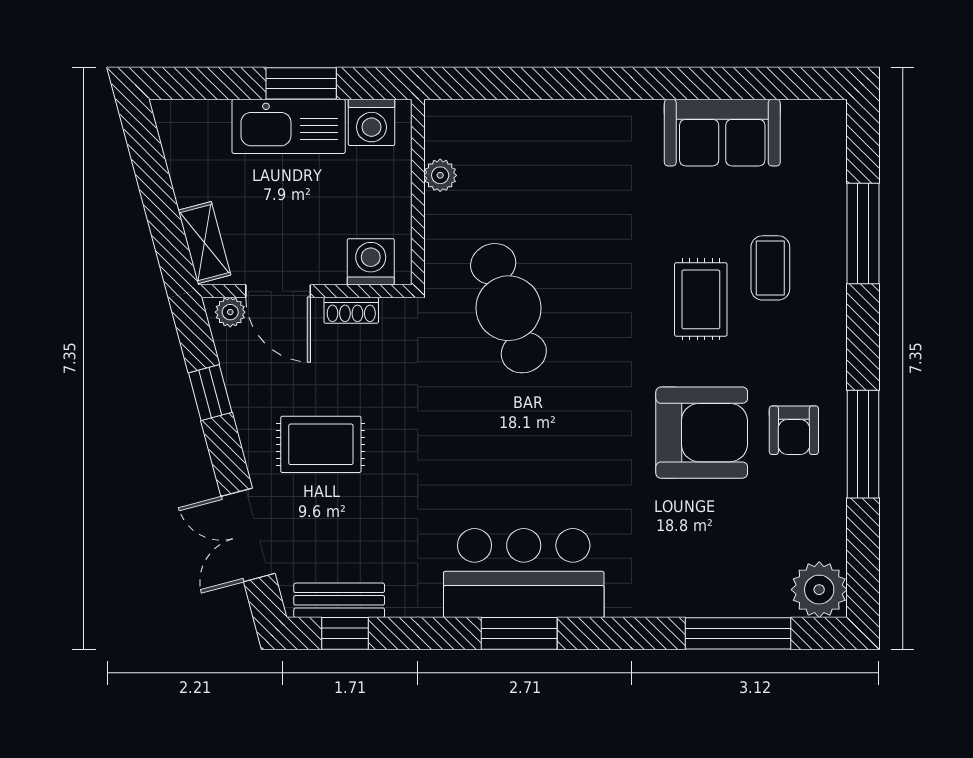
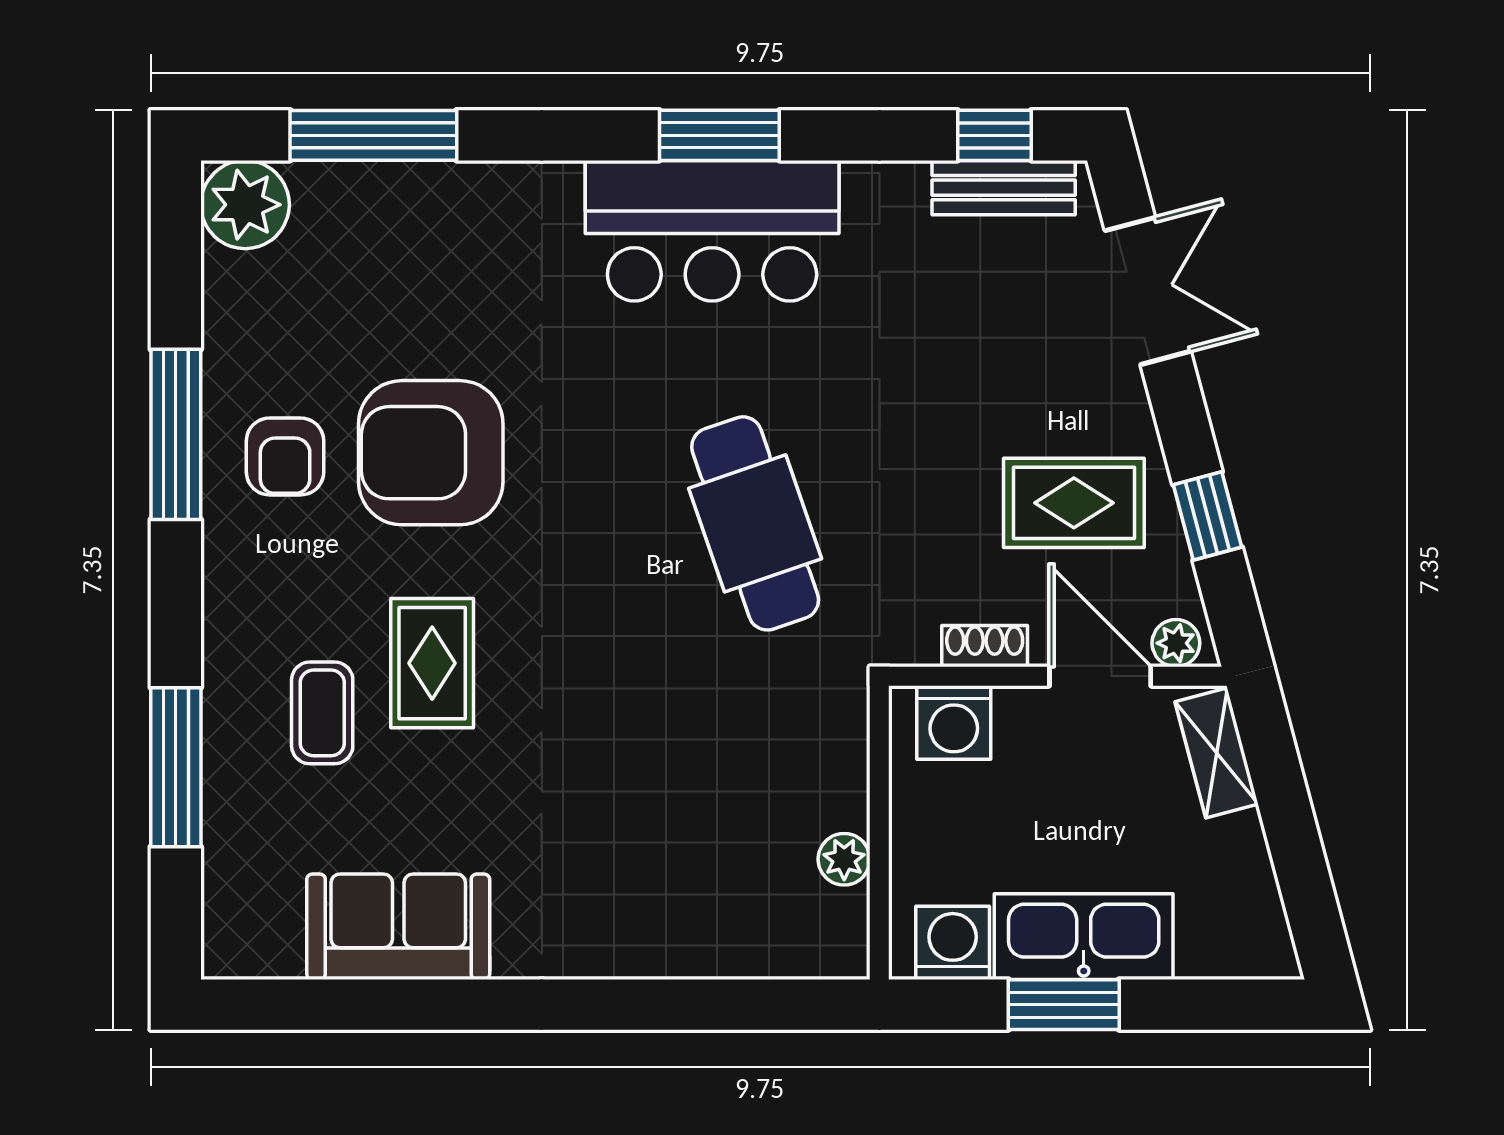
cafe table: (508, 308) -> (755, 523), moved
armchair: (794, 430) -> (285, 456), turned 180
rug: (321, 444) -> (1074, 503), moved

